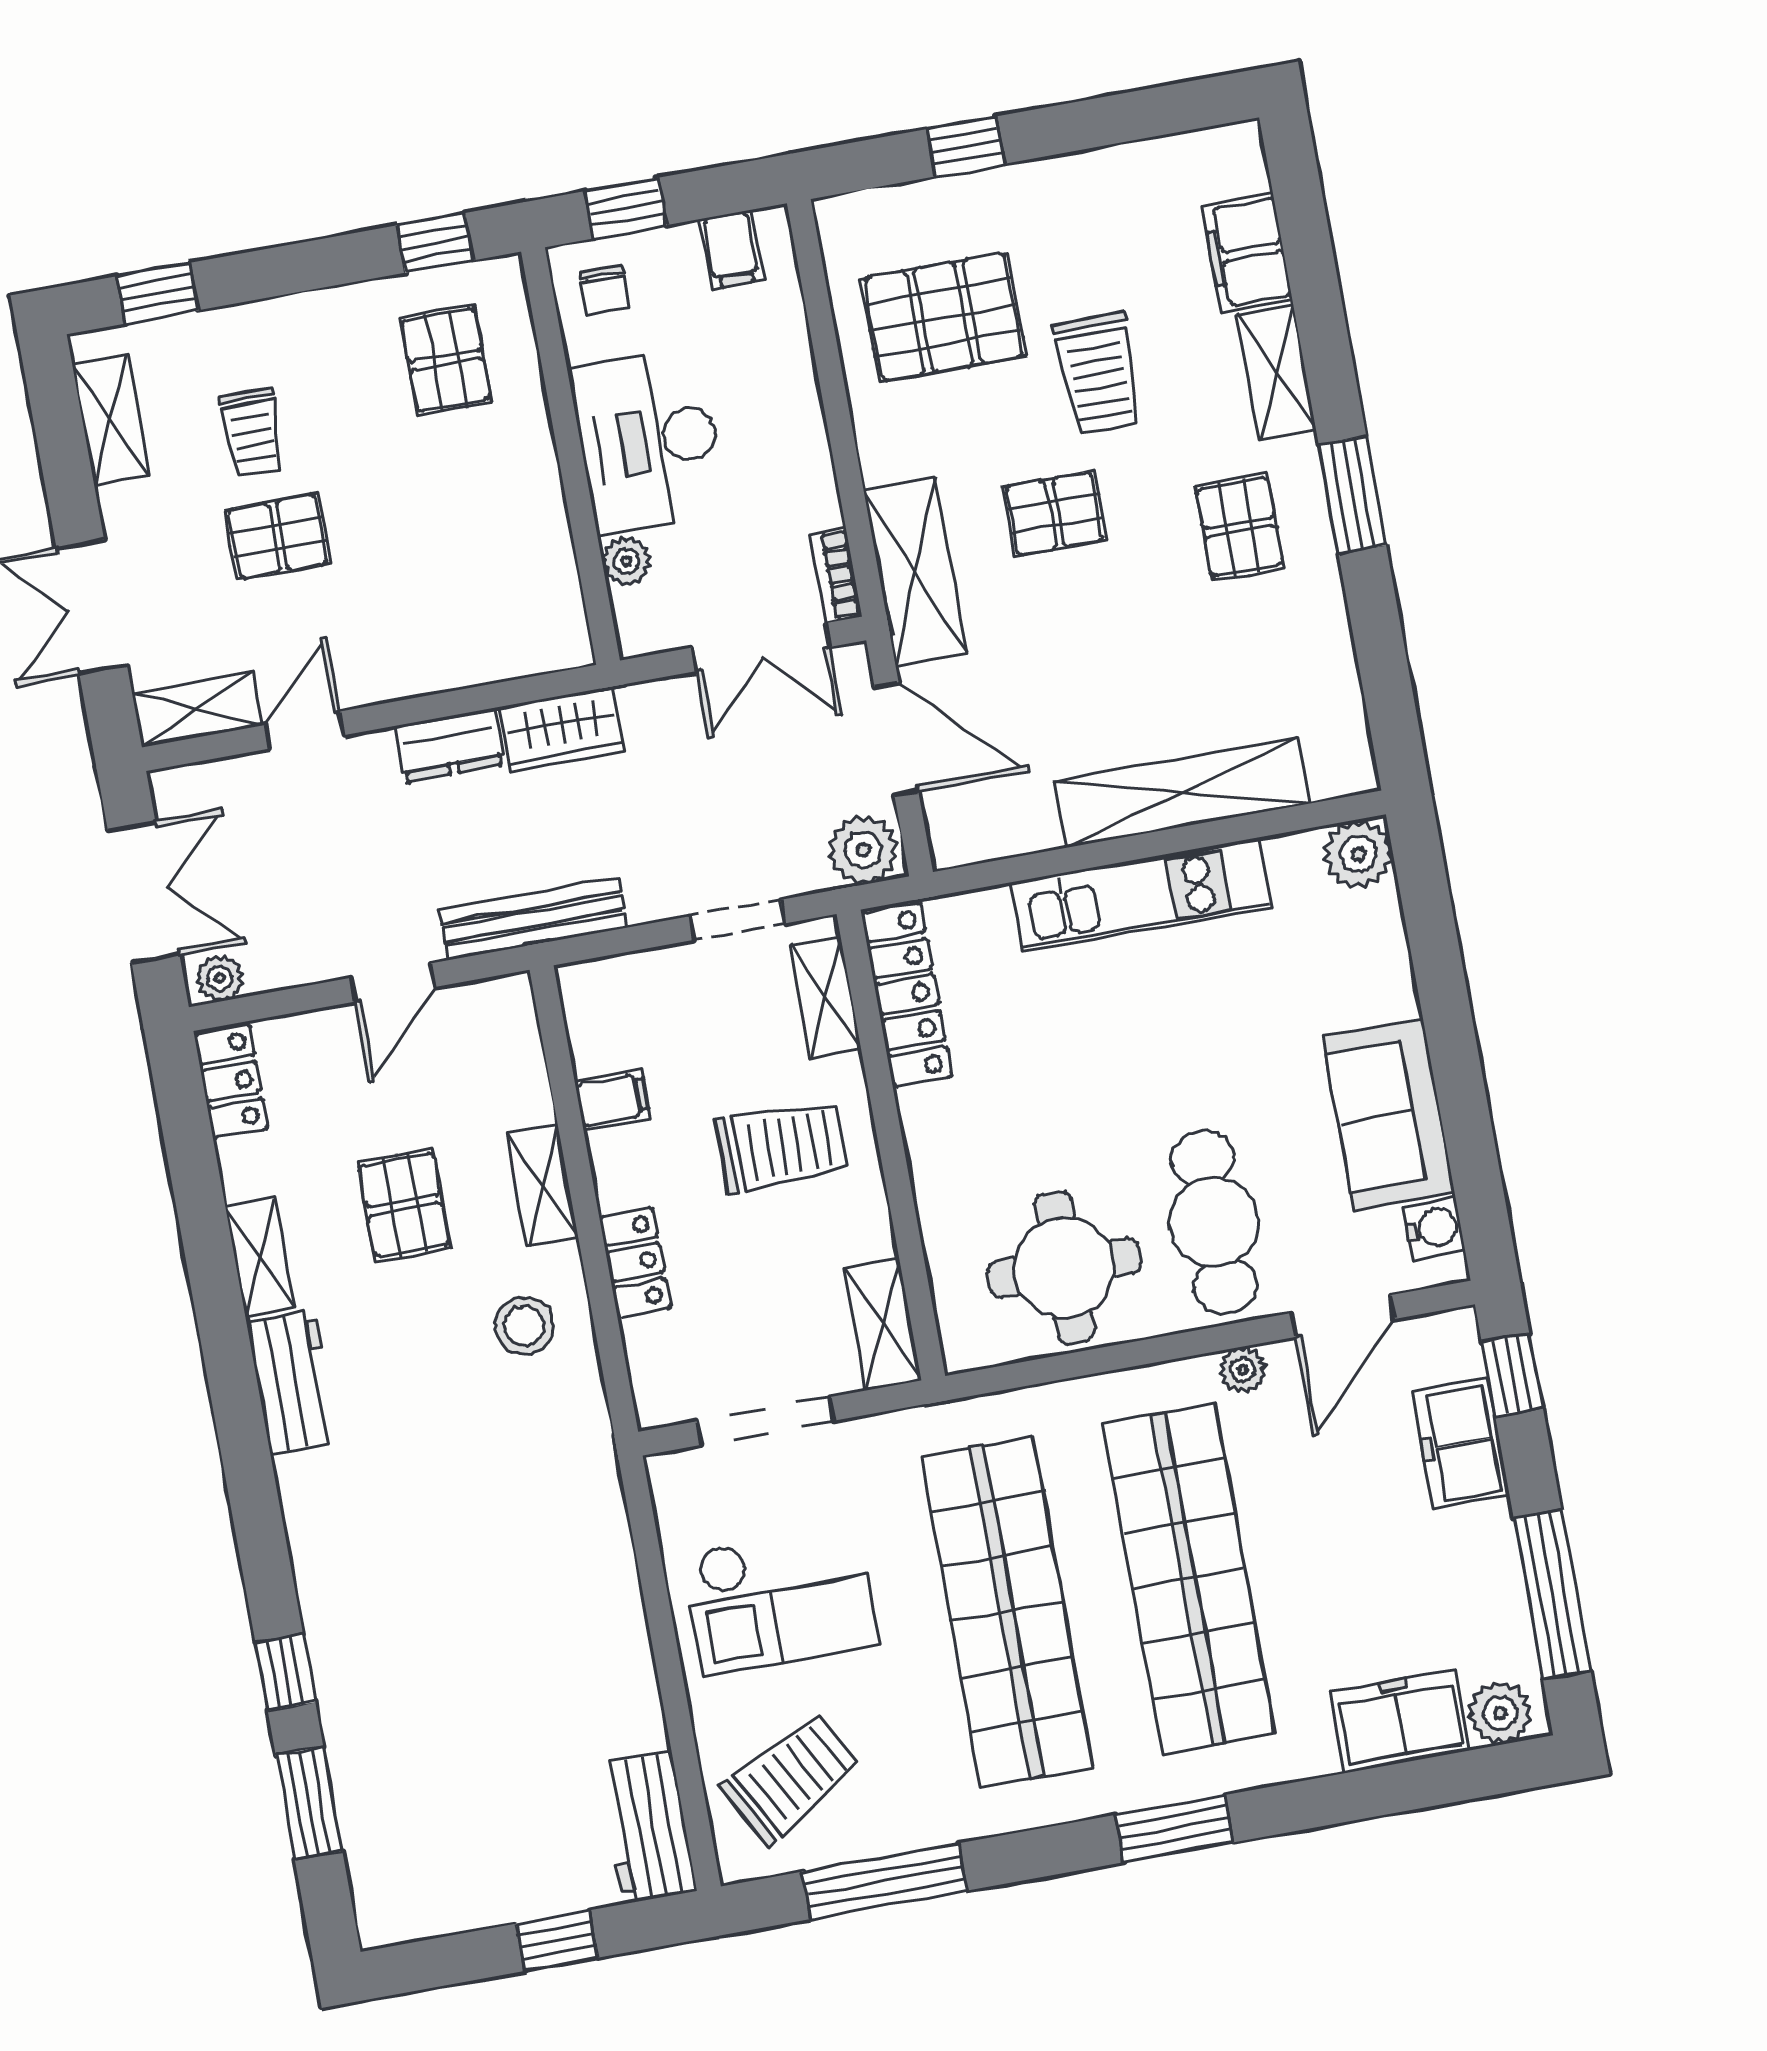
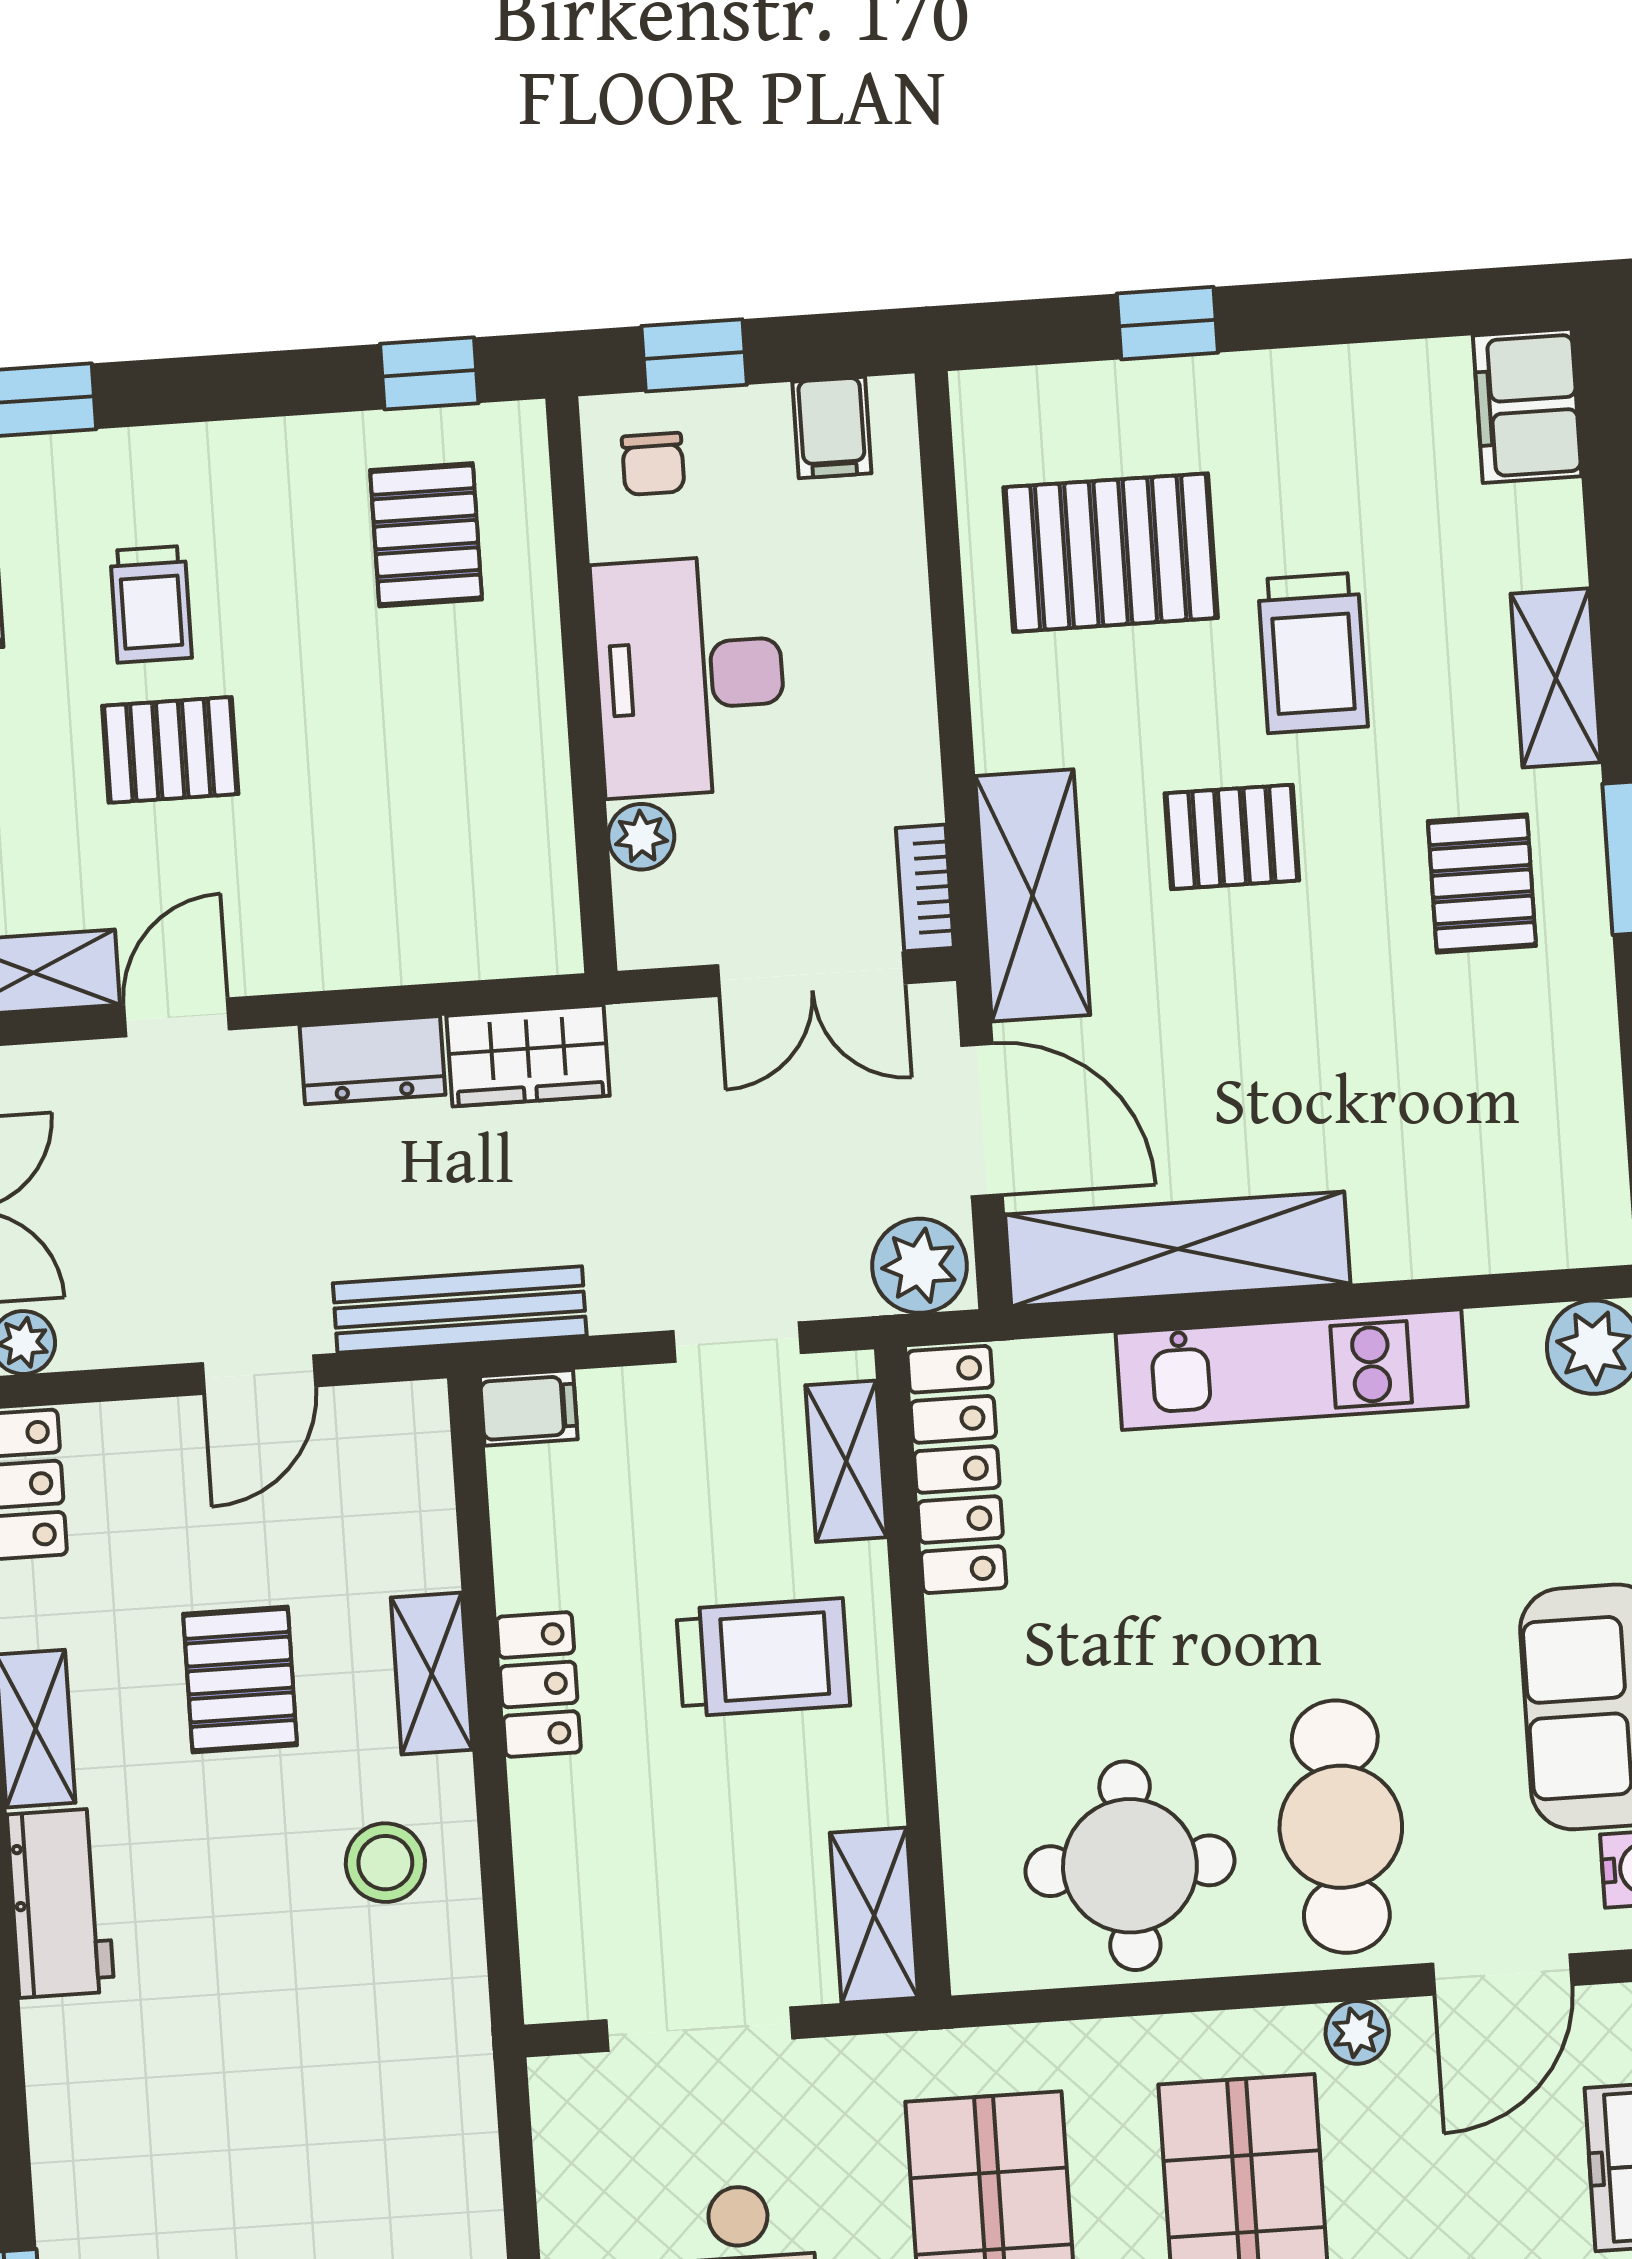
filing cabinet: (1247, 253) -> (1527, 406), moved
shelving: (1181, 793) -> (1178, 1249), moved
filing cabinet: (612, 1100) -> (529, 1408), moved
locker: (635, 1262) -> (539, 1684), moved

